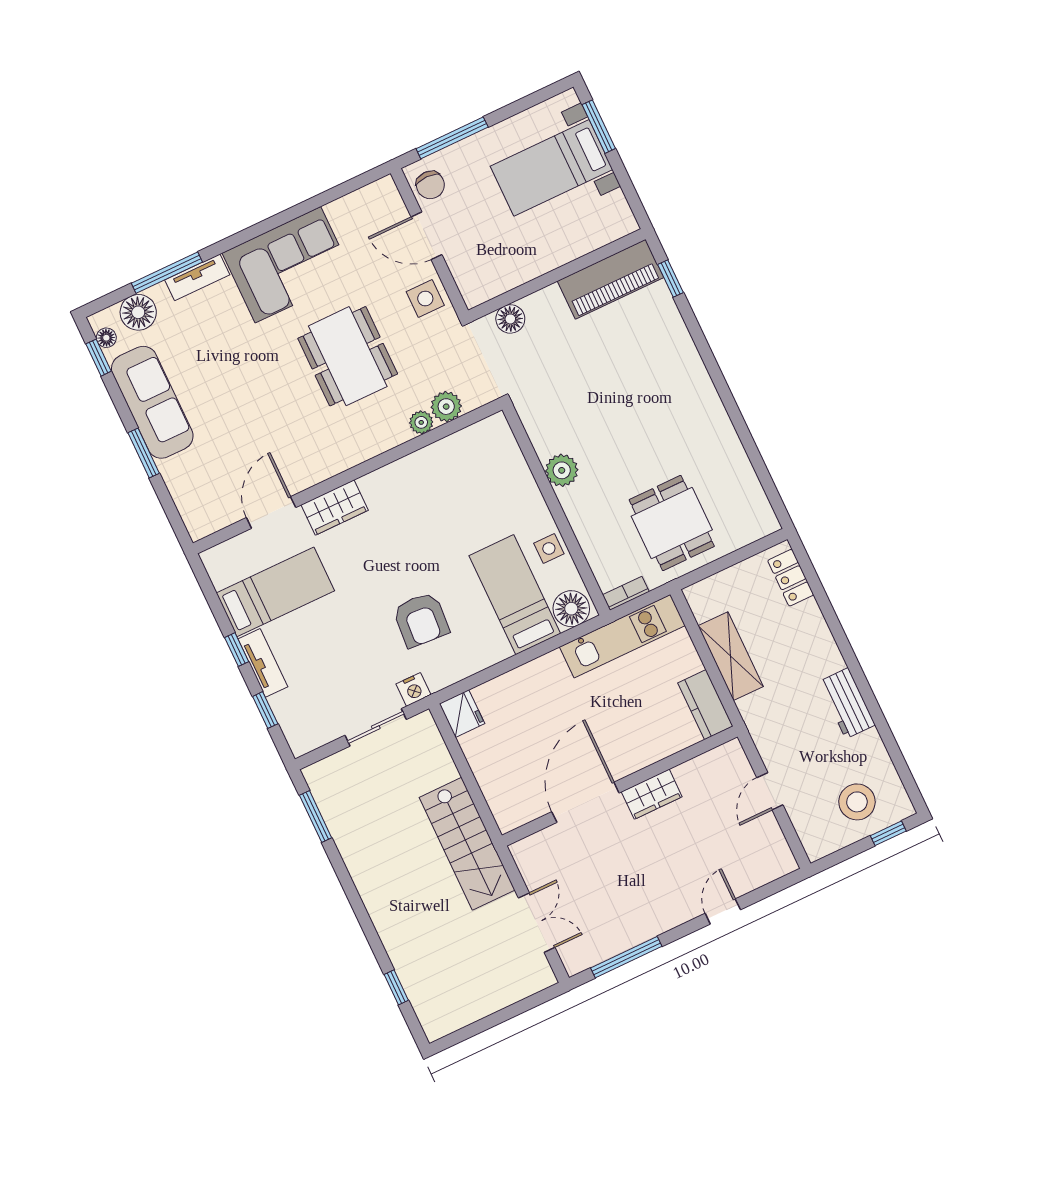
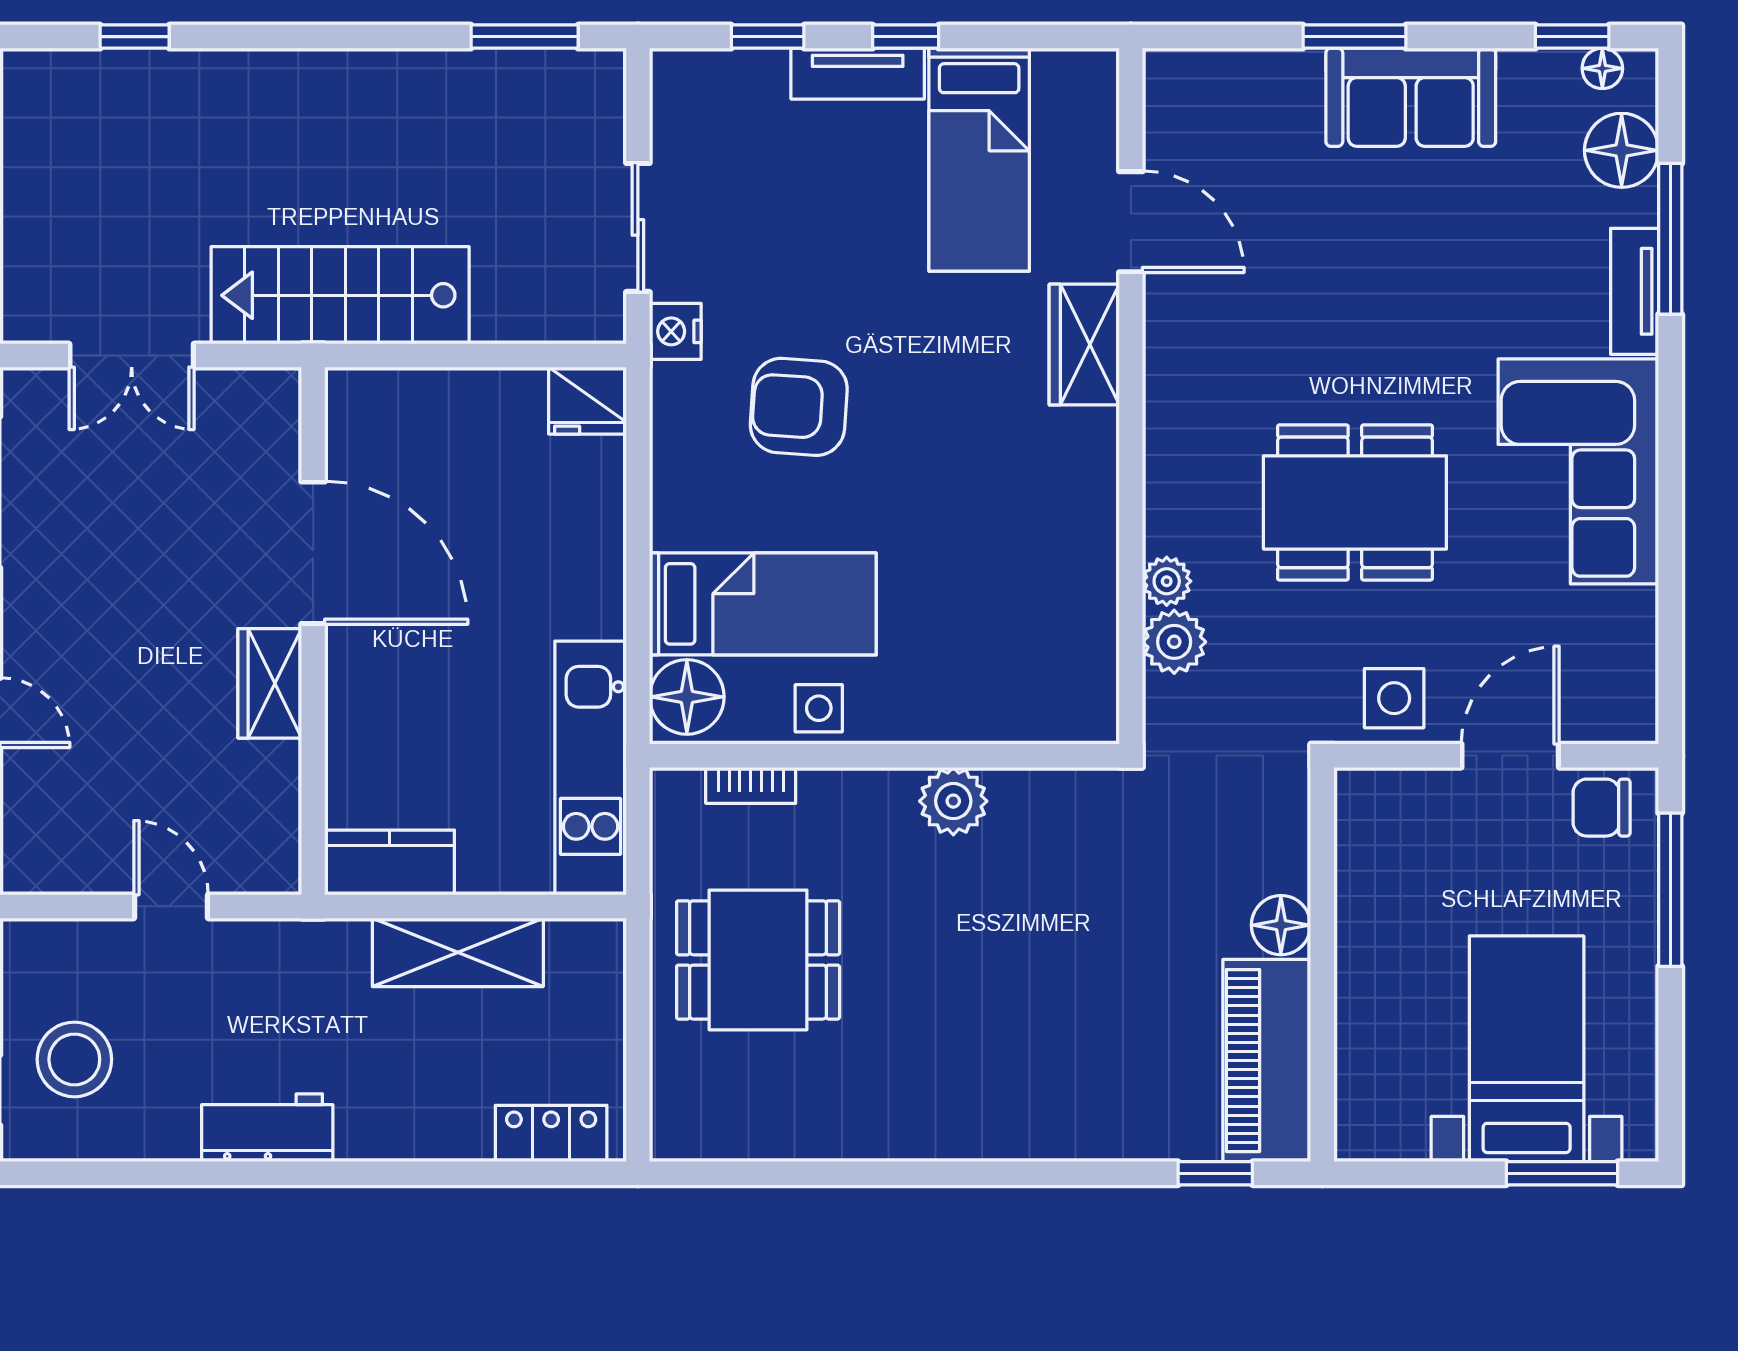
floor lamp: (510, 319) -> (1281, 925), moved
sofa: (152, 402) -> (1411, 97), width x0.73
bookcase: (626, 593) -> (751, 785), moved, turned 90

